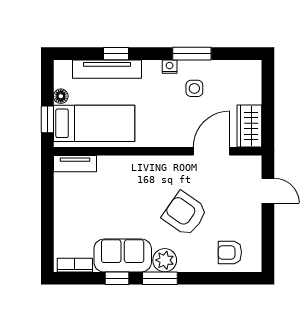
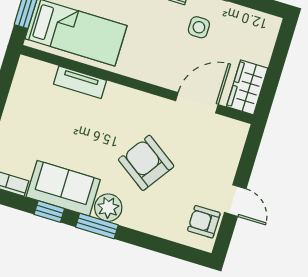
tv unit: (75, 164) -> (80, 82), moved
door: (268, 191) -> (235, 201), moved
armchair: (230, 252) -> (204, 222), moved

